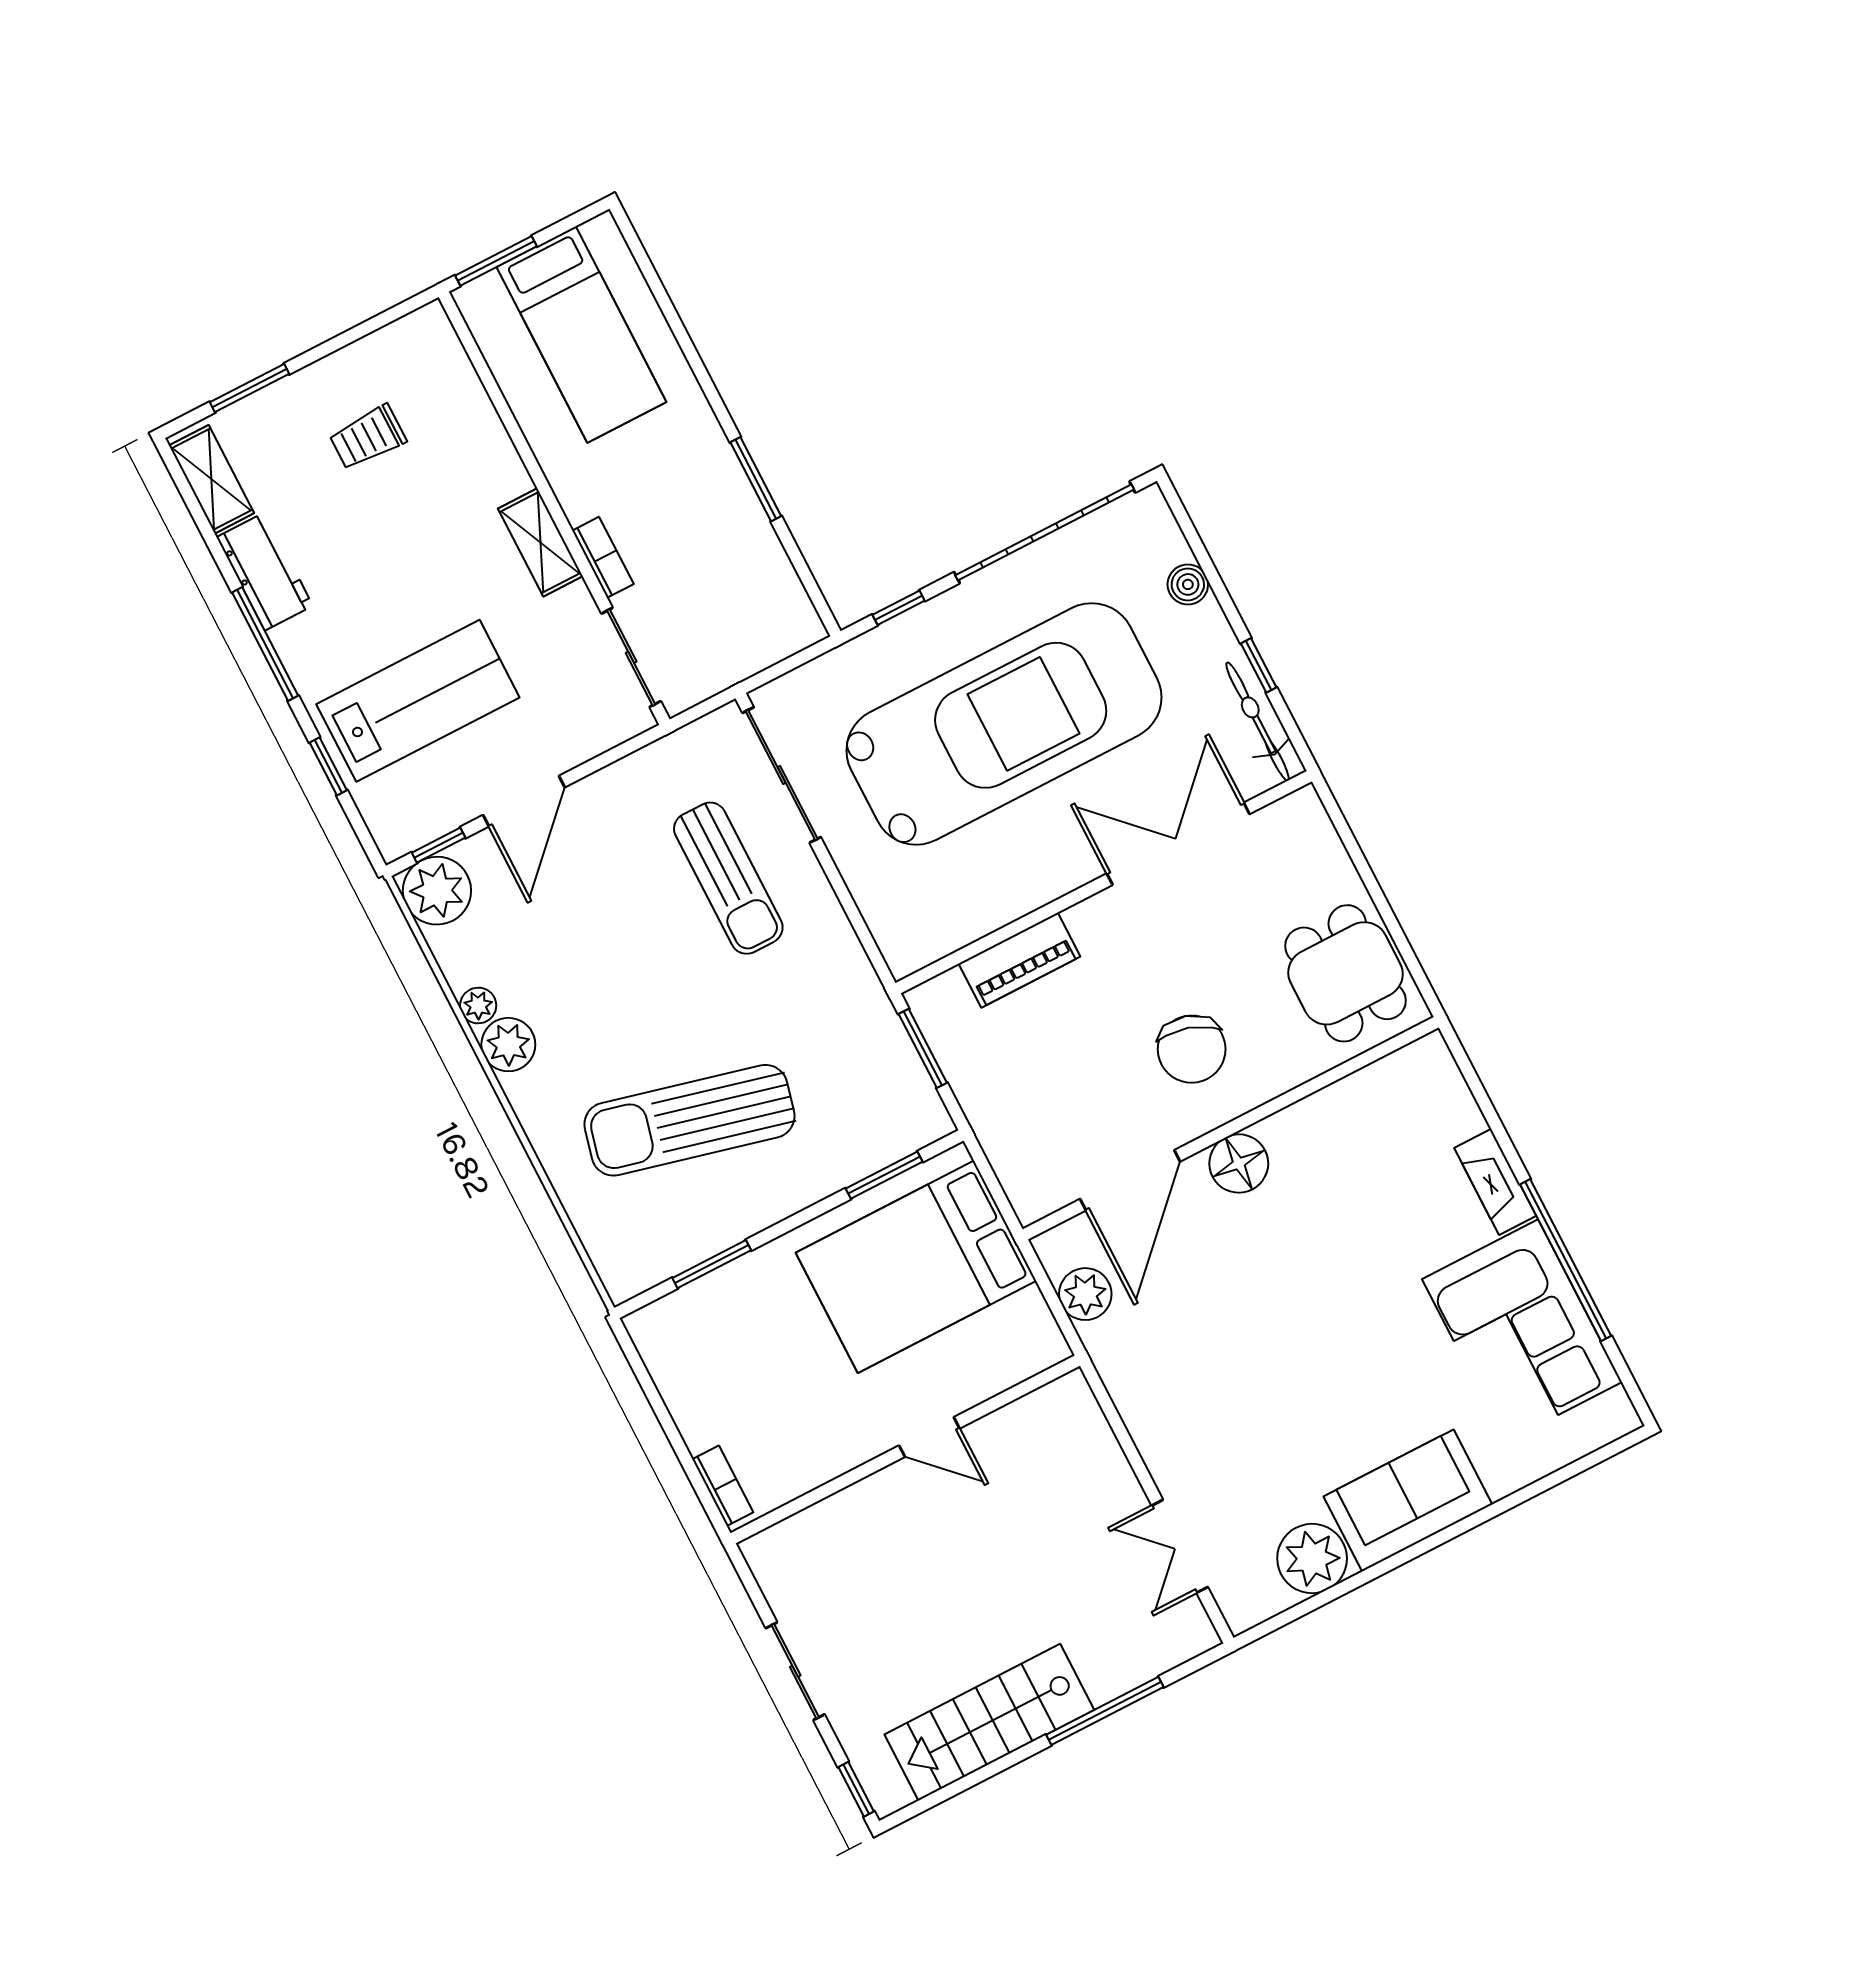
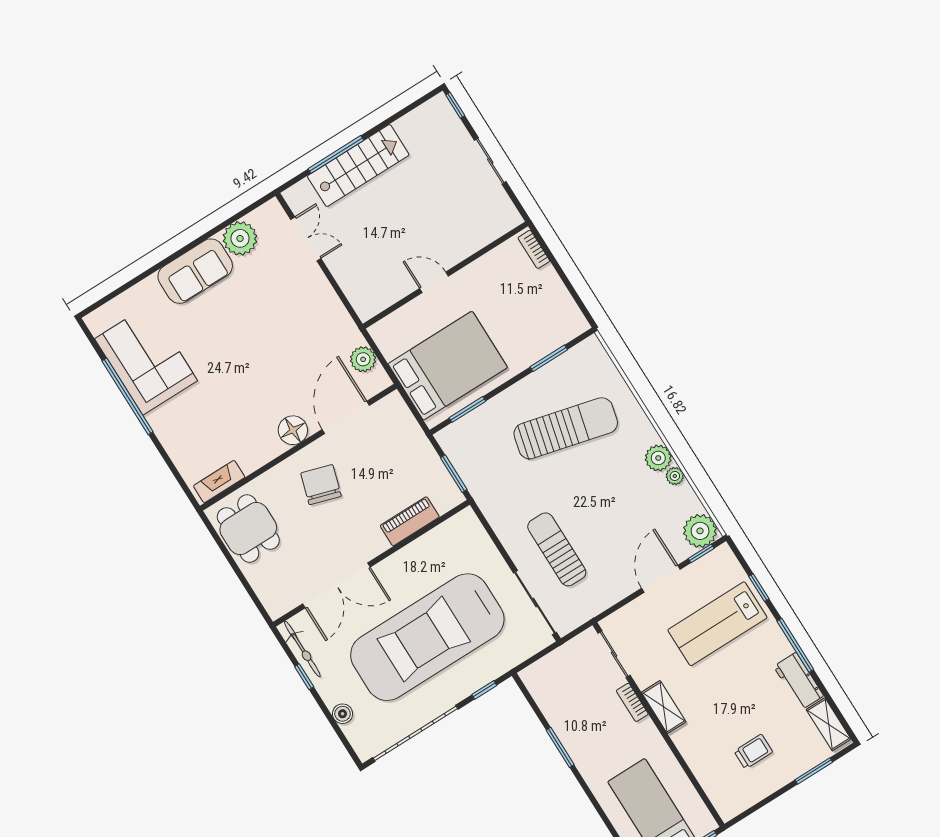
fireplace: (1495, 1182) -> (219, 482), moved, turned -90
stairs: (989, 1722) -> (358, 165), moved

